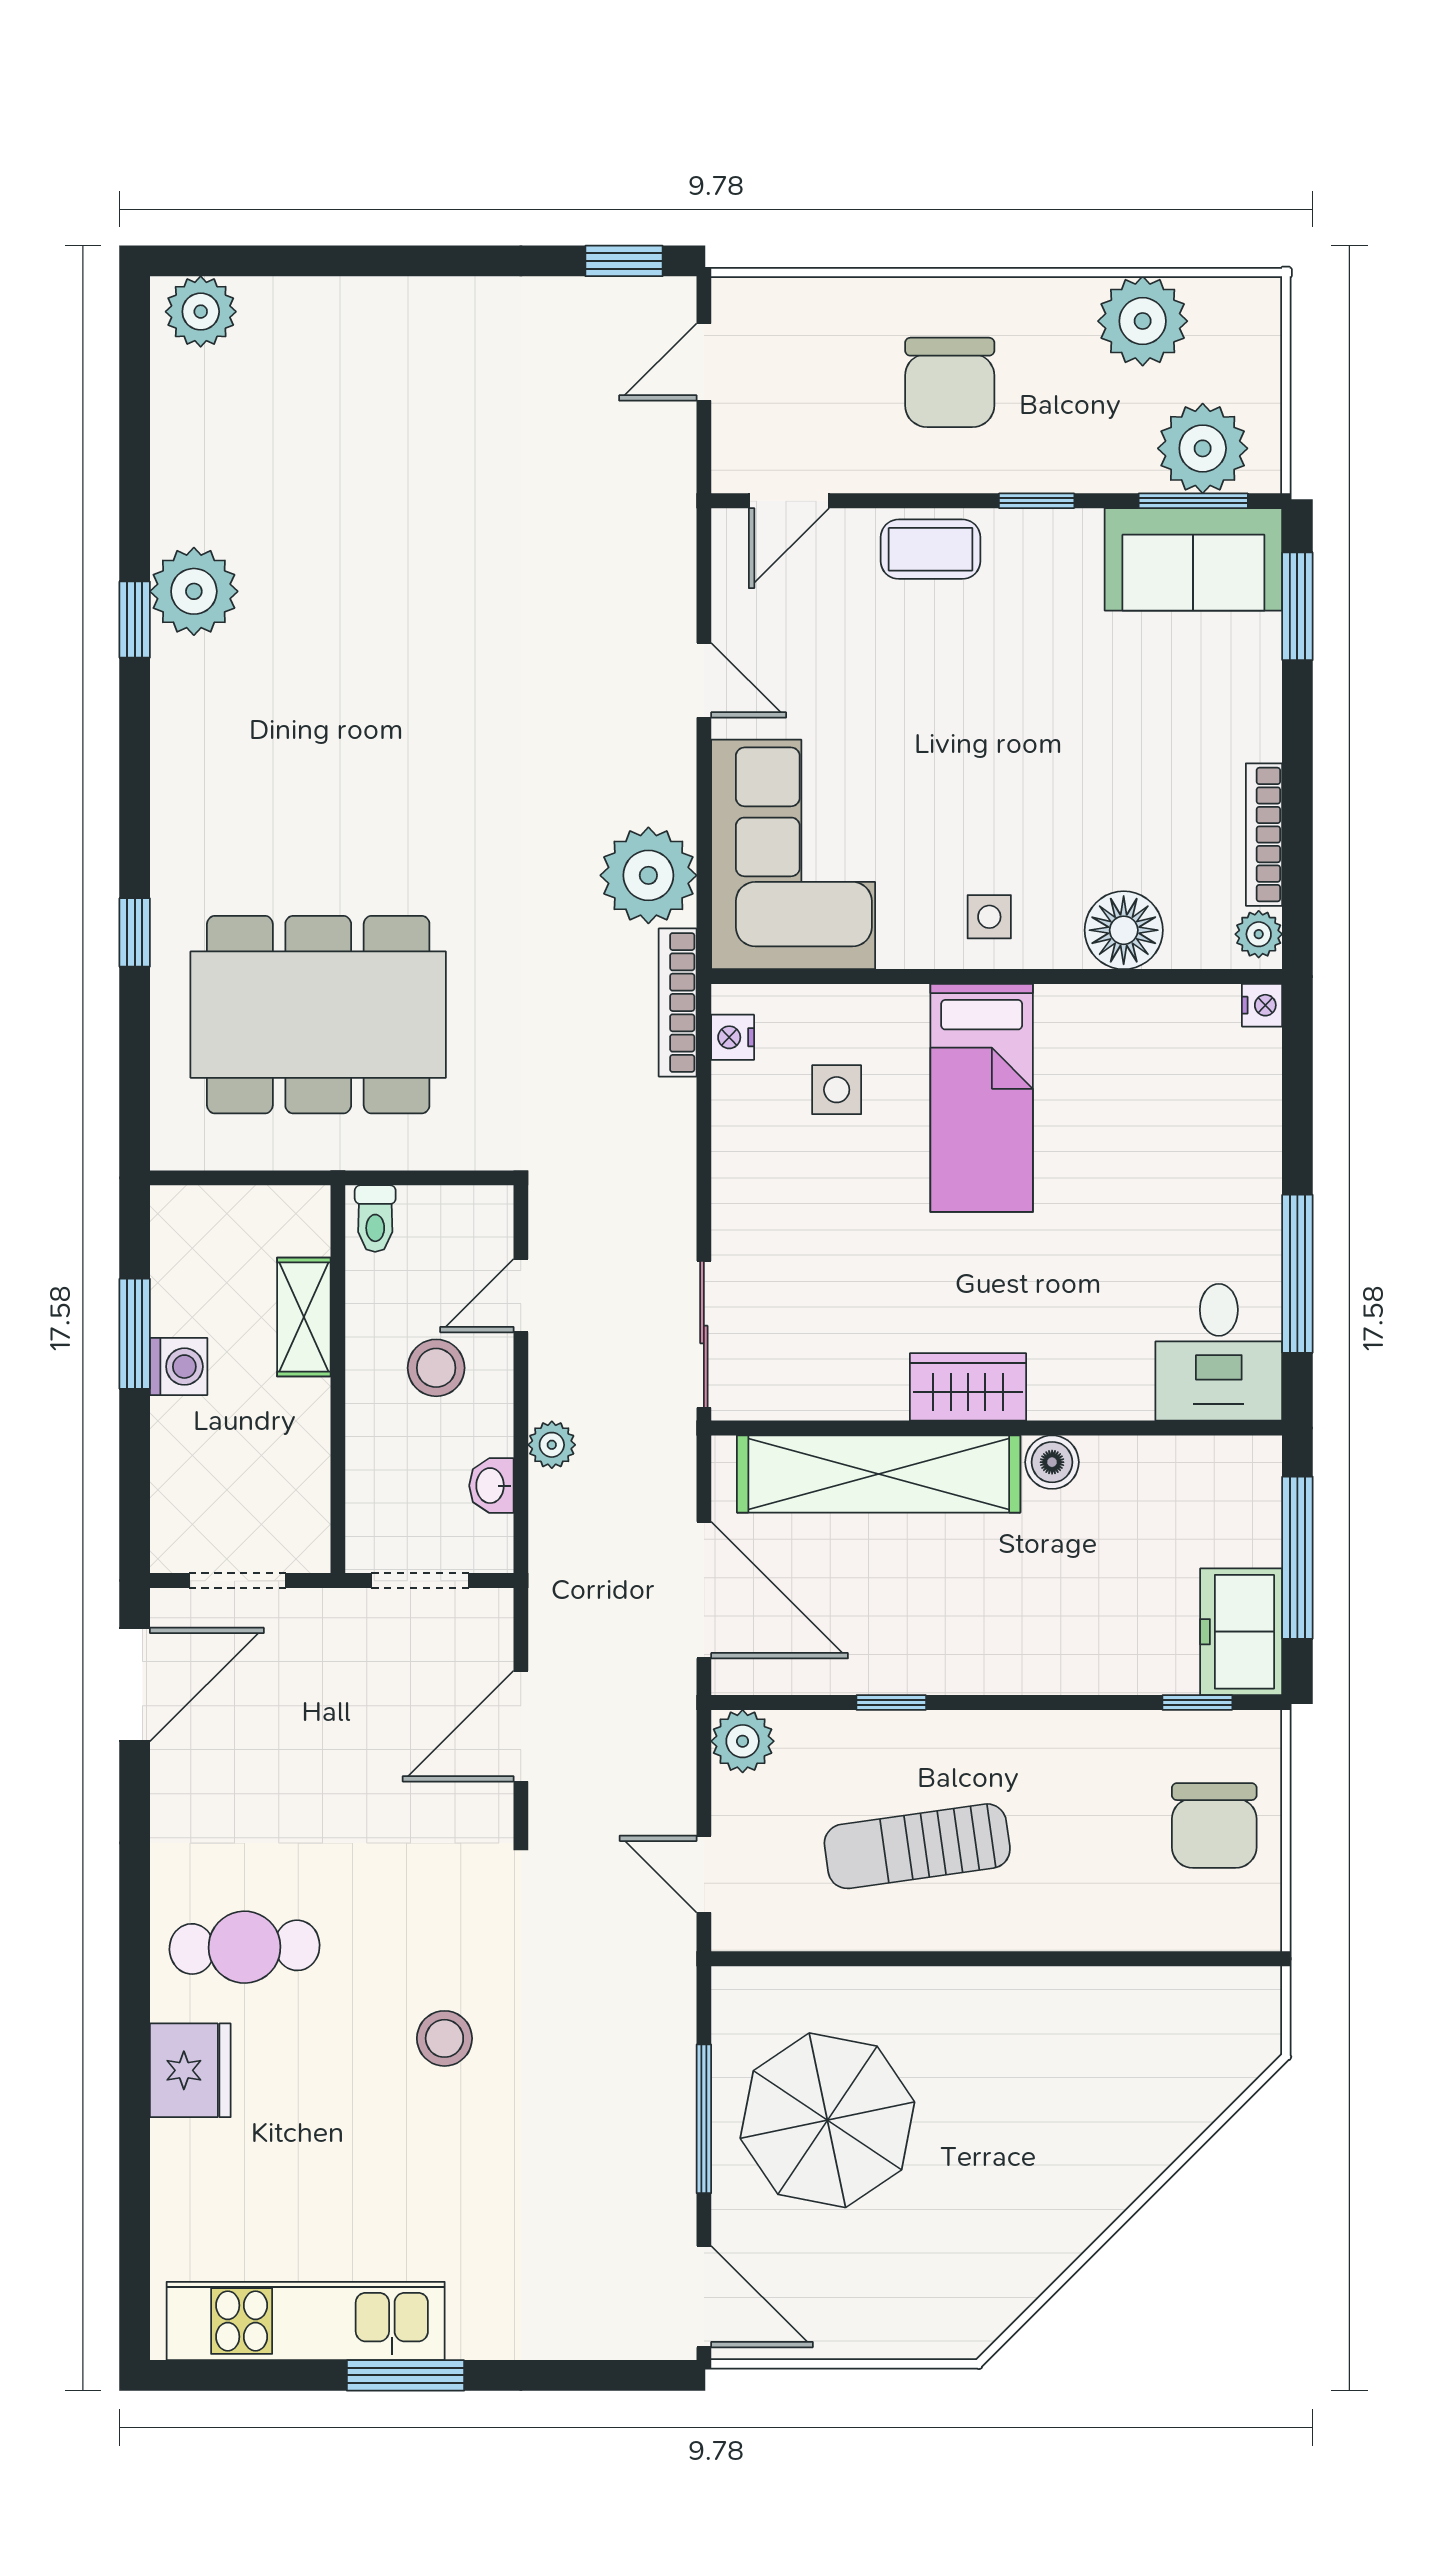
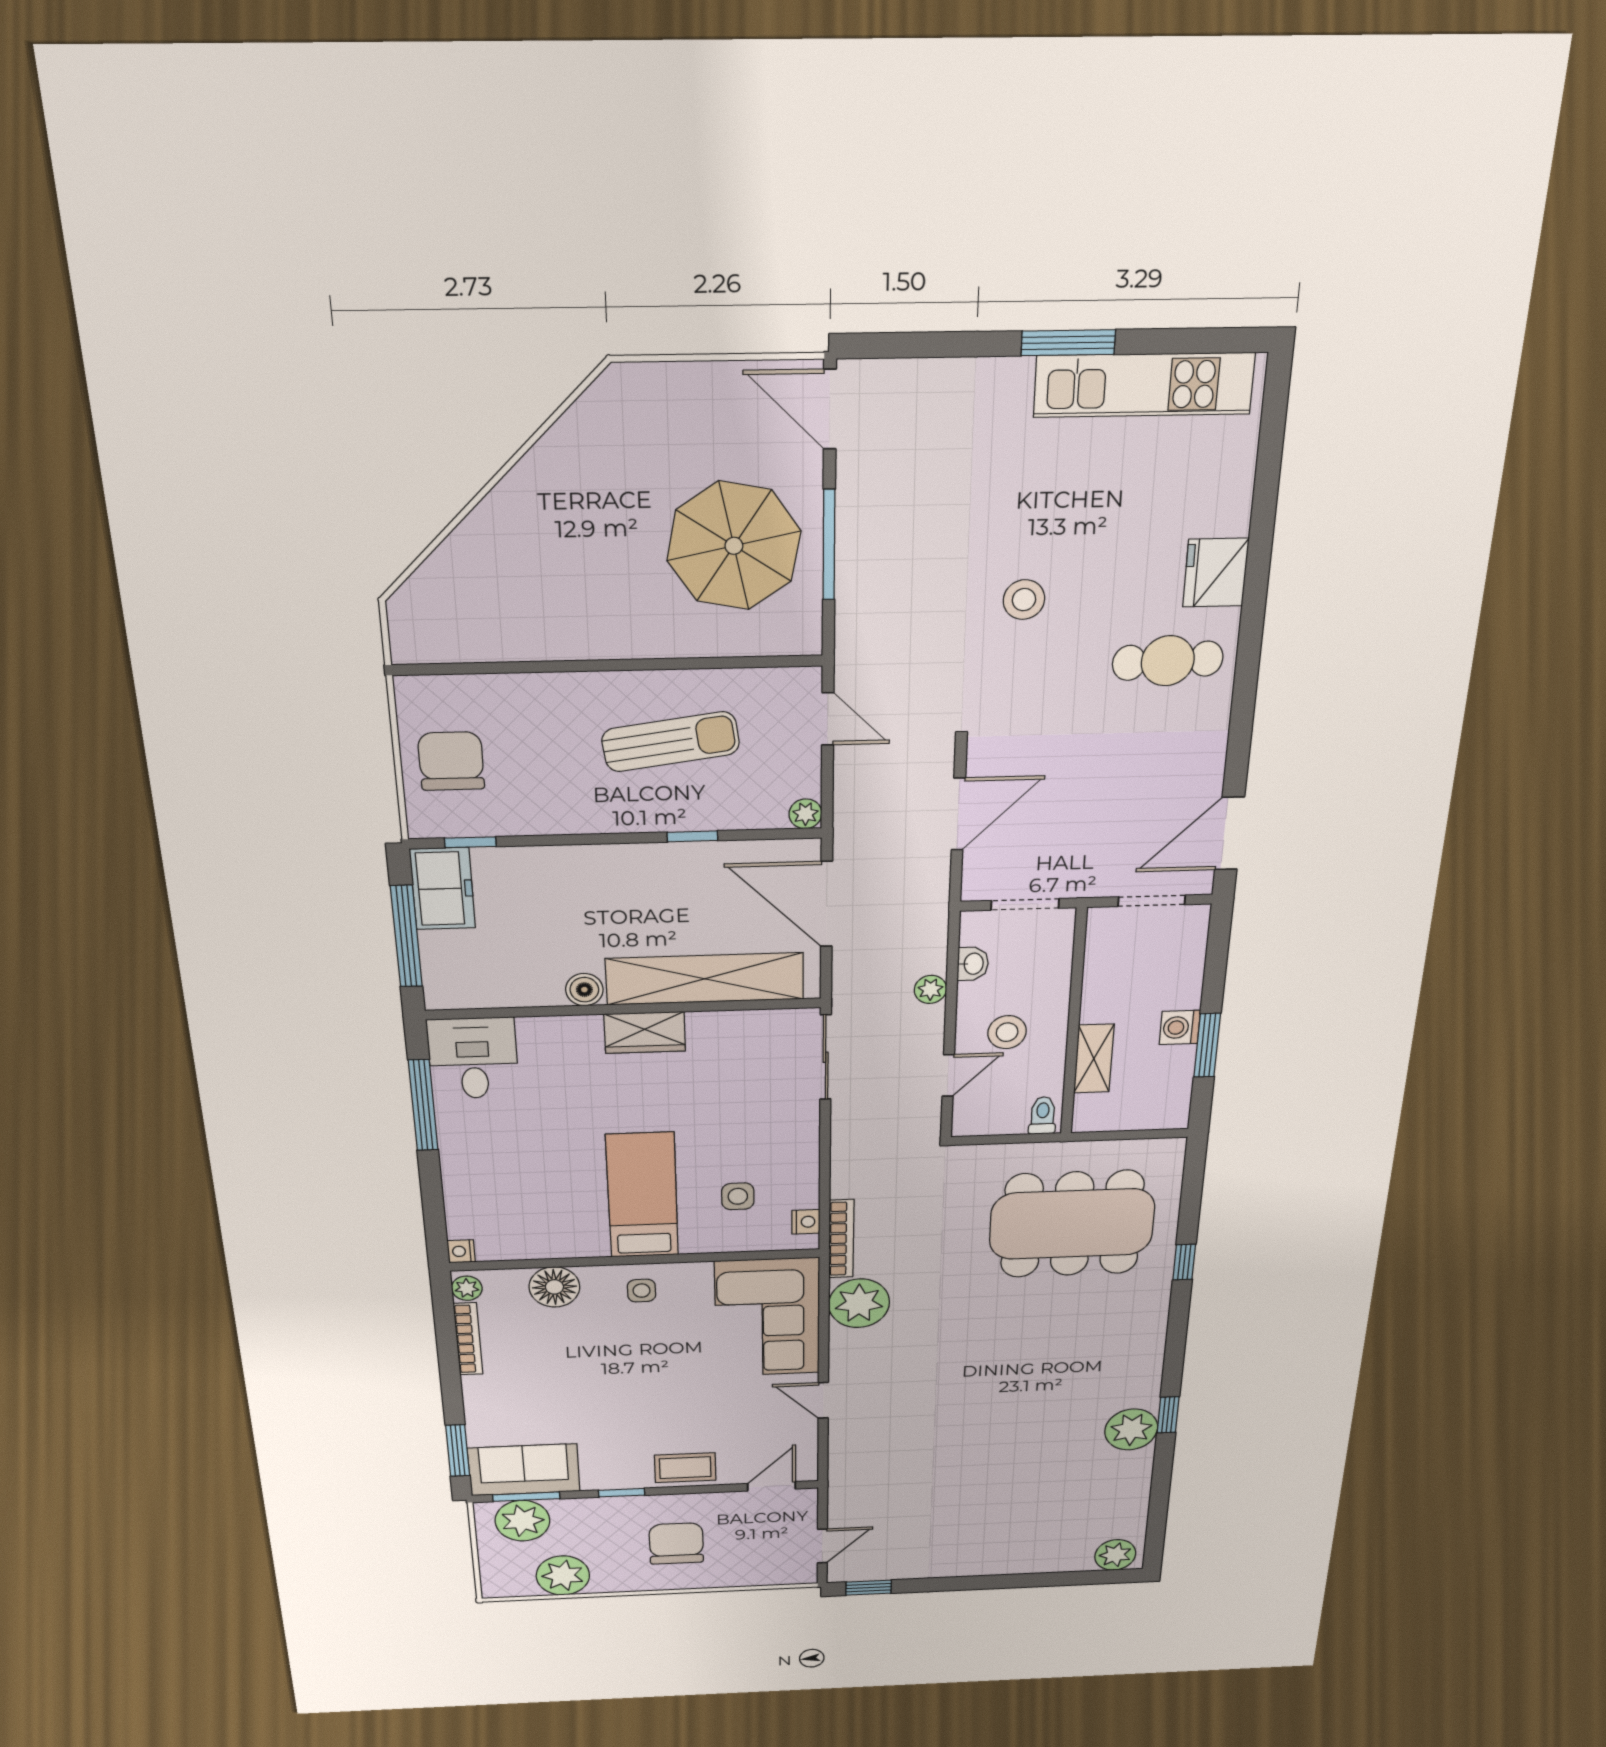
plant: (743, 1741) -> (805, 814), width x0.73, depth x0.73

